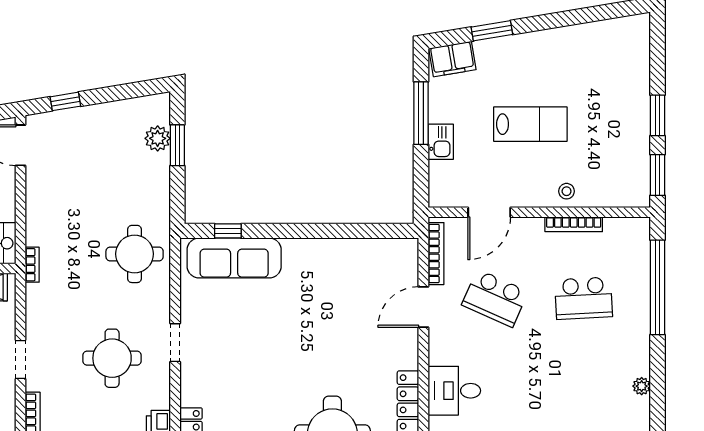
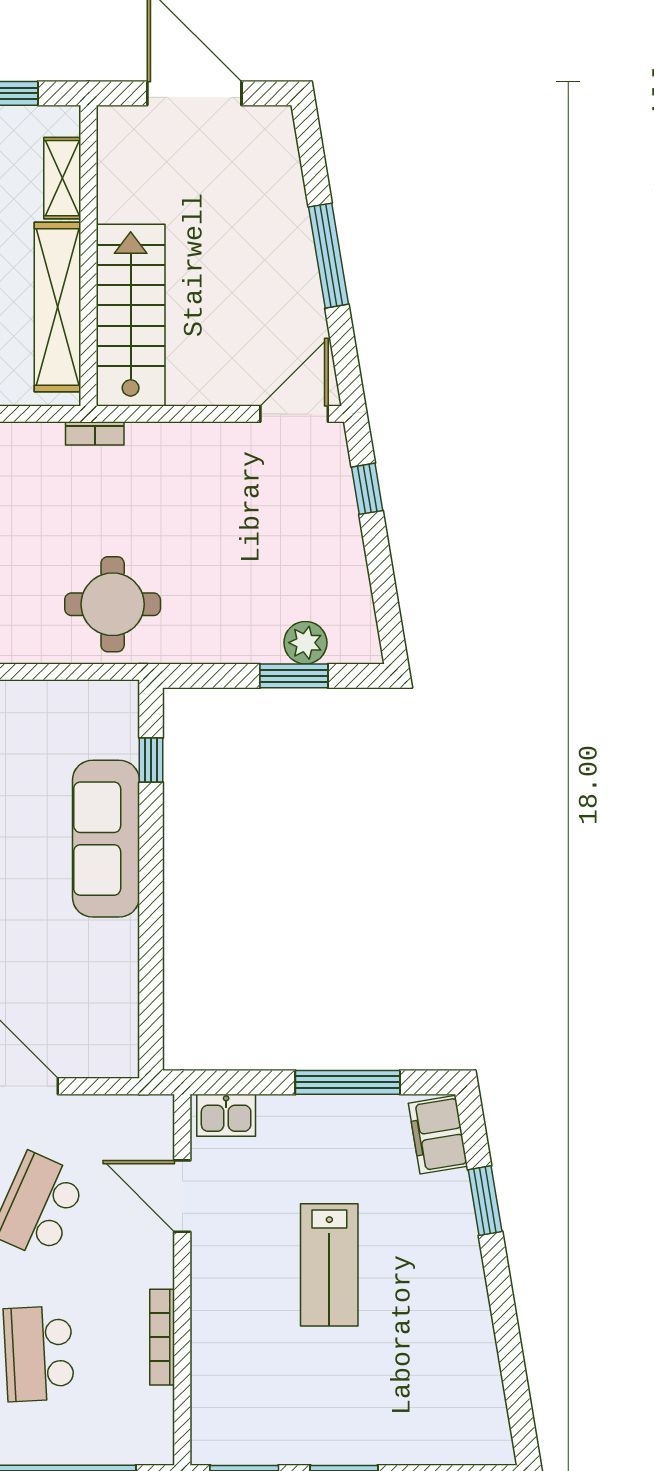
kitchen sink: (441, 142) -> (226, 1115), moved
stool: (567, 191) -> (217, 1325), removed
bookcase: (436, 254) -> (113, 1107), removed
sofa: (234, 258) -> (106, 839), moved

